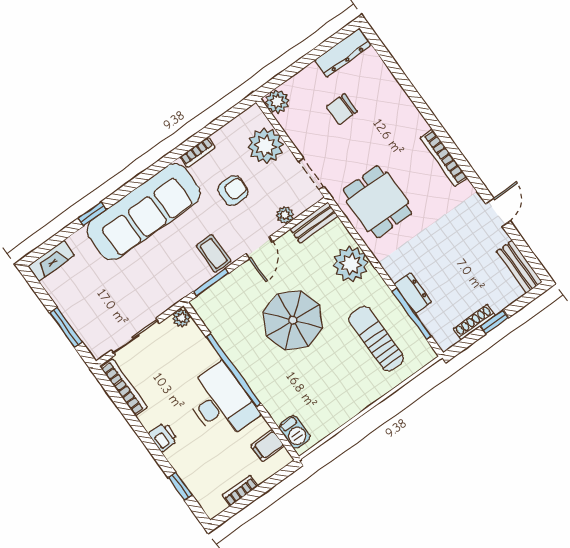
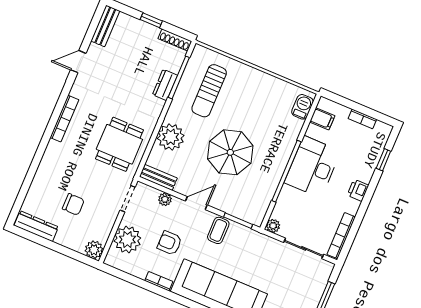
shoe rack: (474, 322) -> (175, 40), moved

